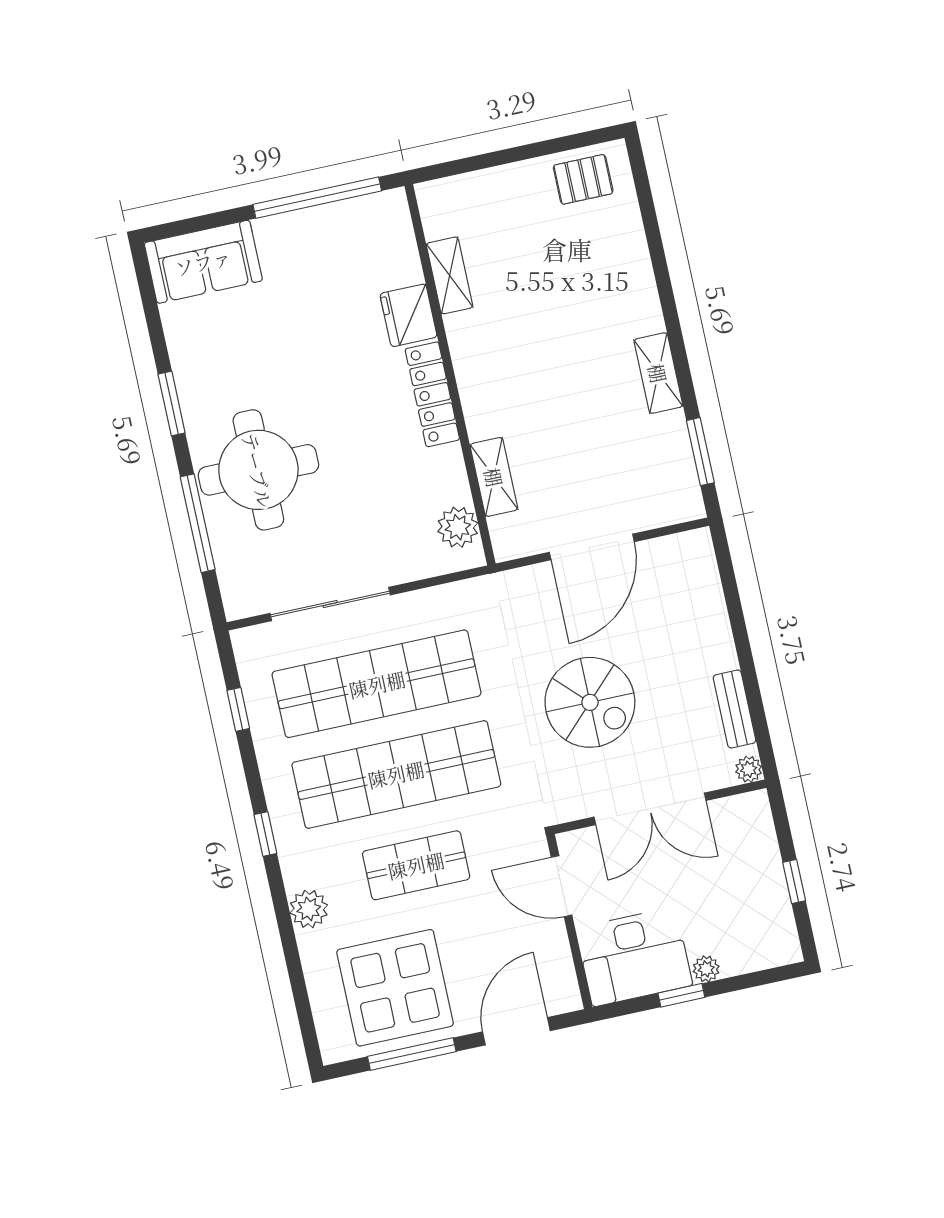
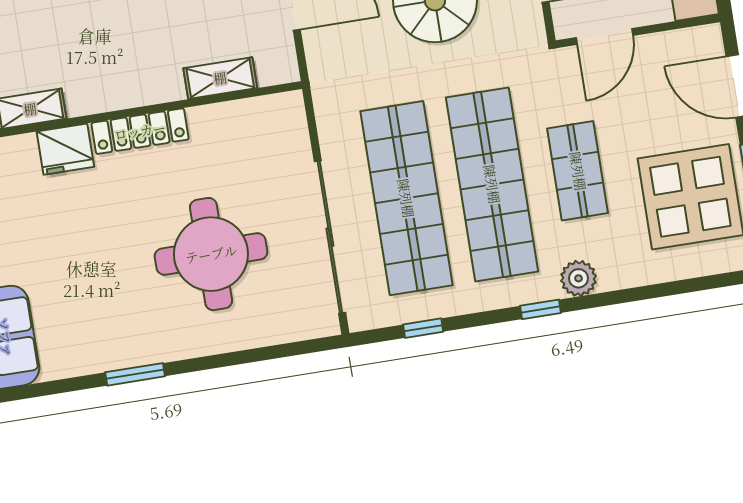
round table: (258, 470) -> (211, 254), moved
window: (198, 523) -> (248, 356), removed
plant: (458, 527) -> (265, 114), removed
sliding door: (330, 604) -> (330, 237), width x1.36
plant: (309, 909) -> (578, 278), moved

